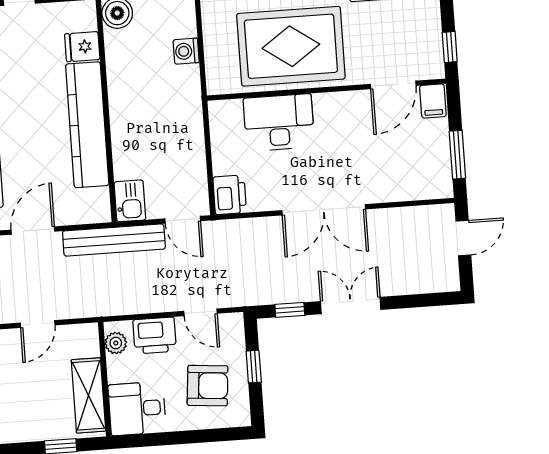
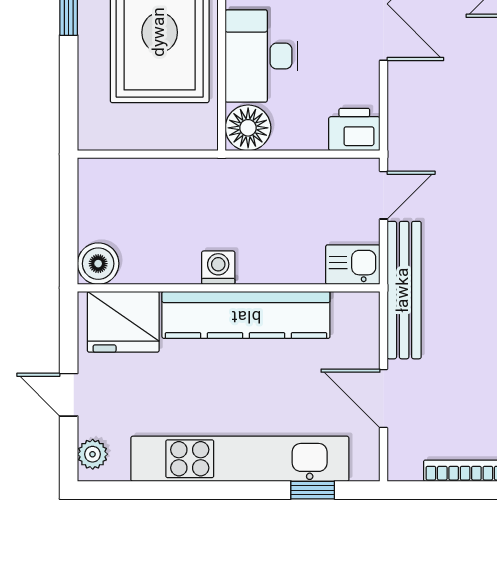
fridge: (82, 47) -> (123, 322), width x1.88, depth x1.34
washing machine: (186, 51) -> (218, 268), moved, turned 180
floor lamp: (225, 116) -> (248, 128), added

